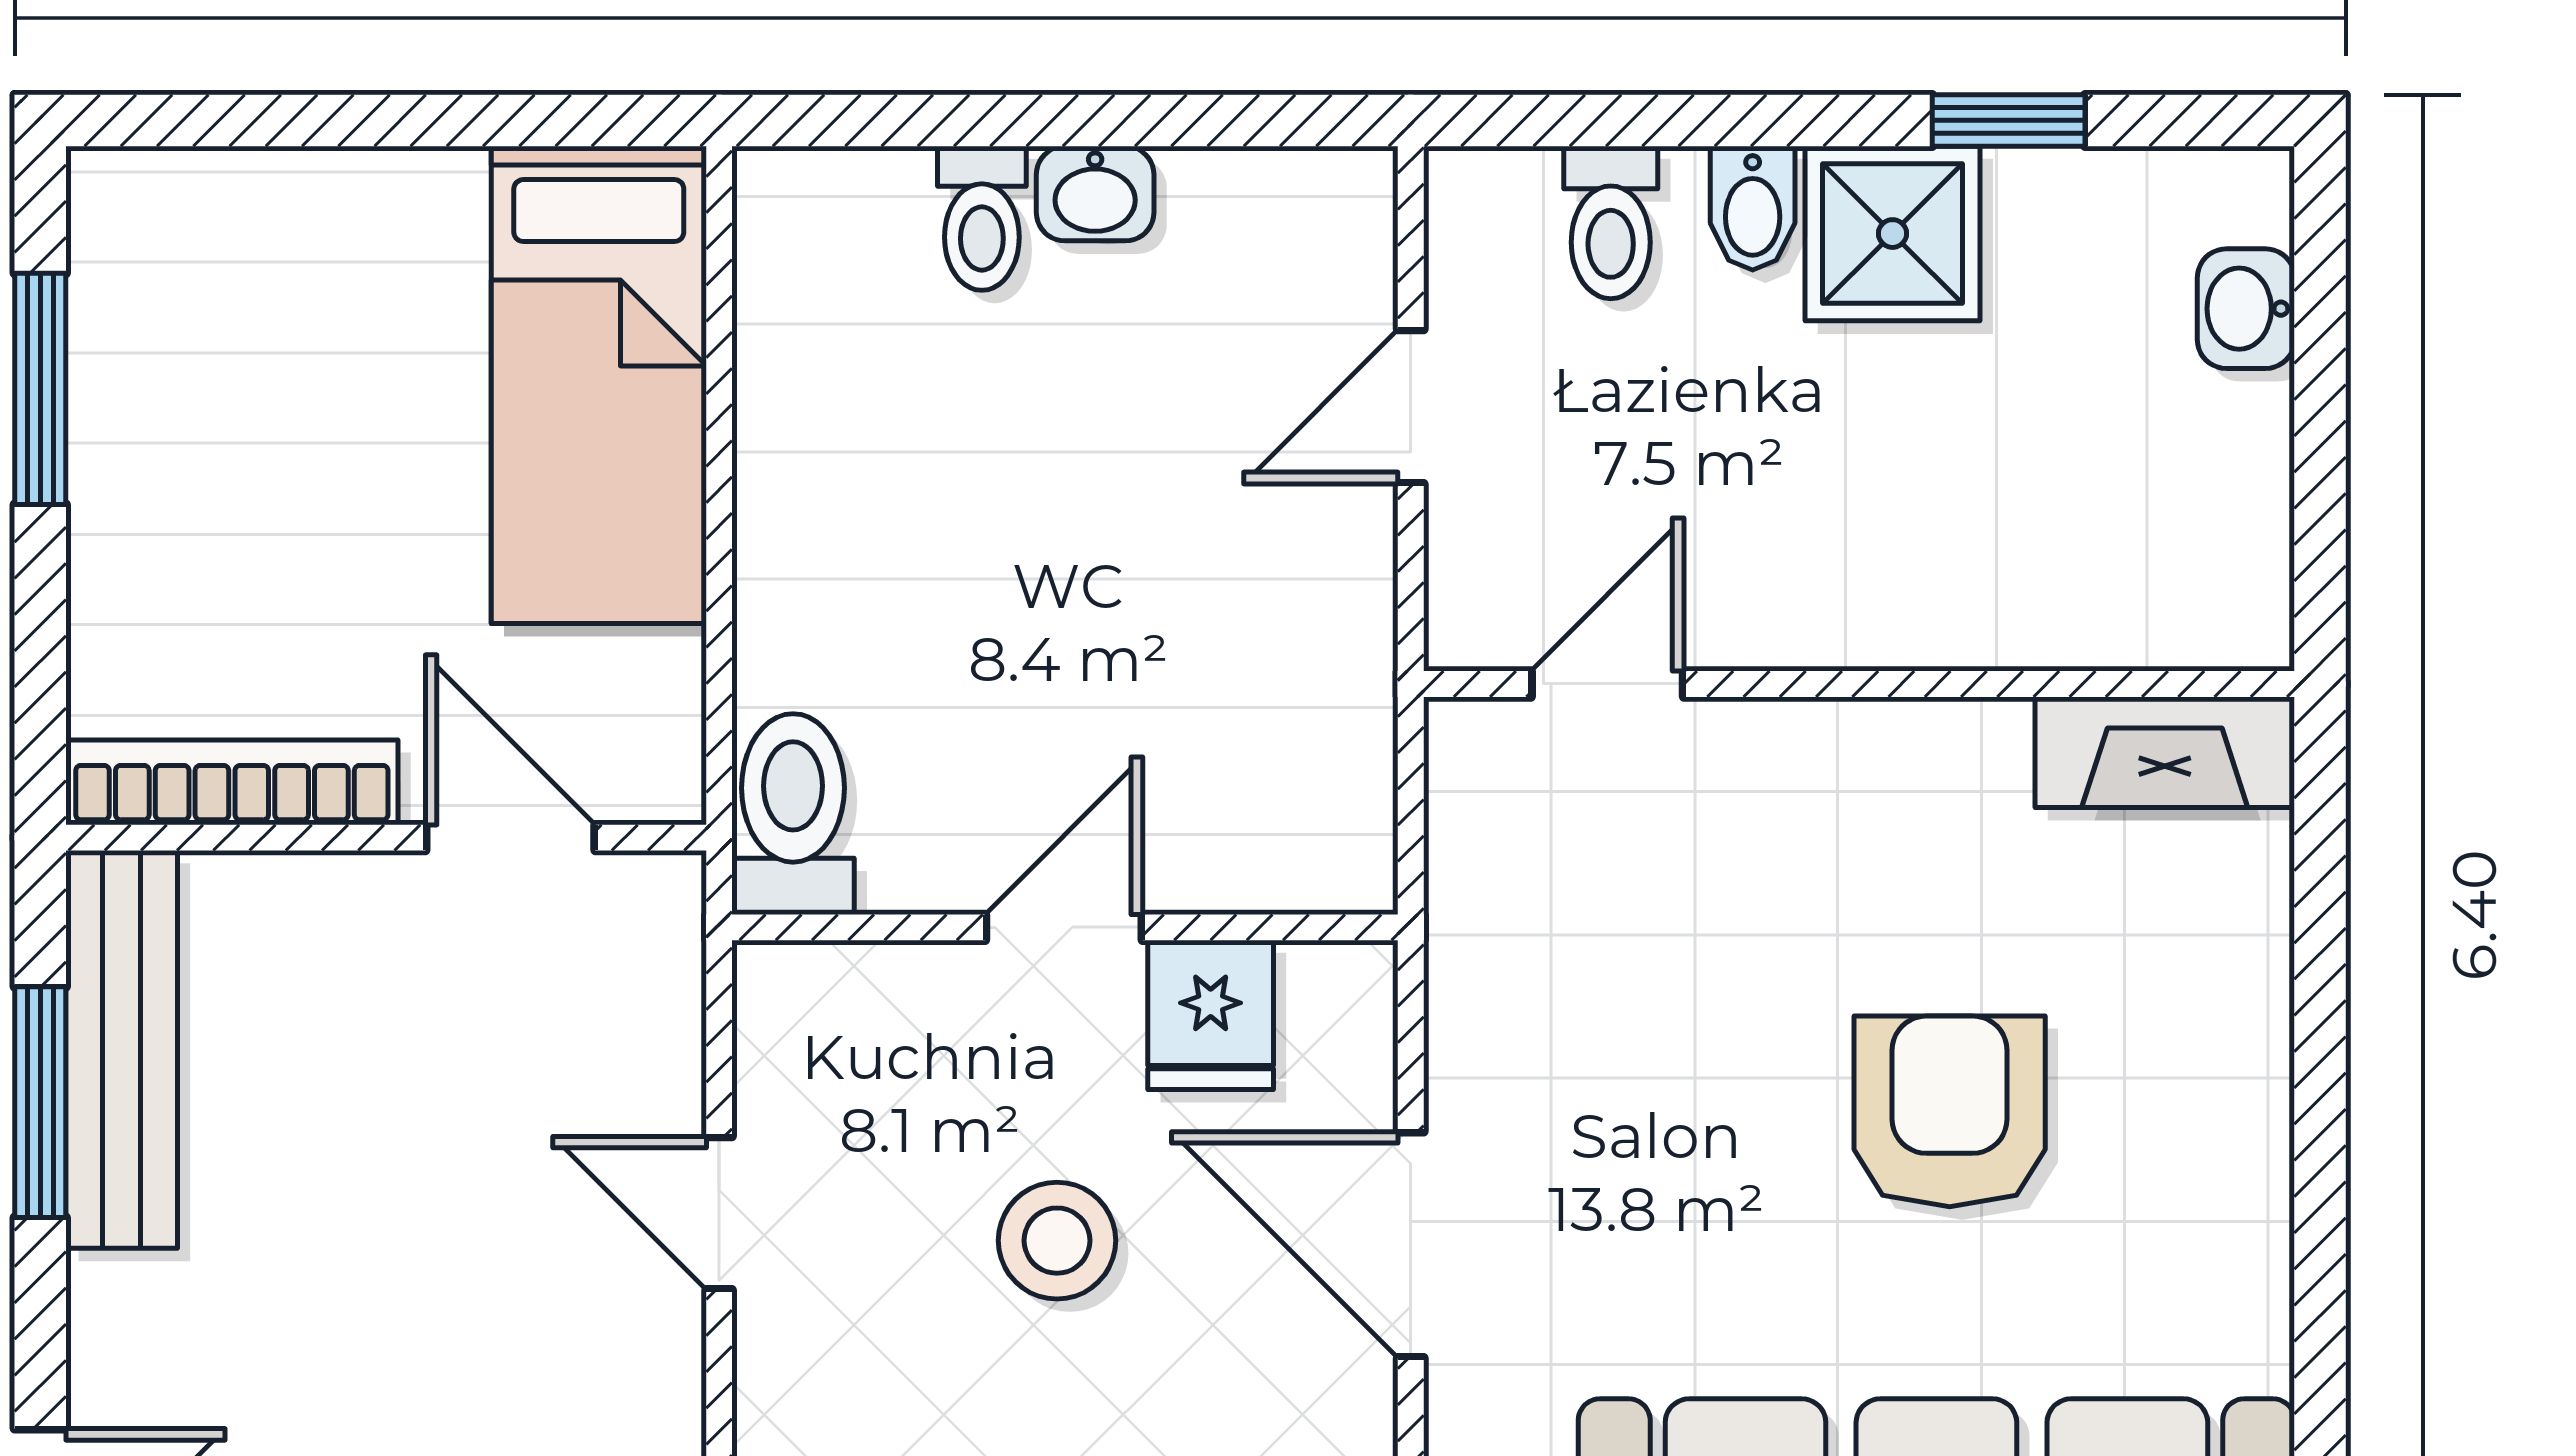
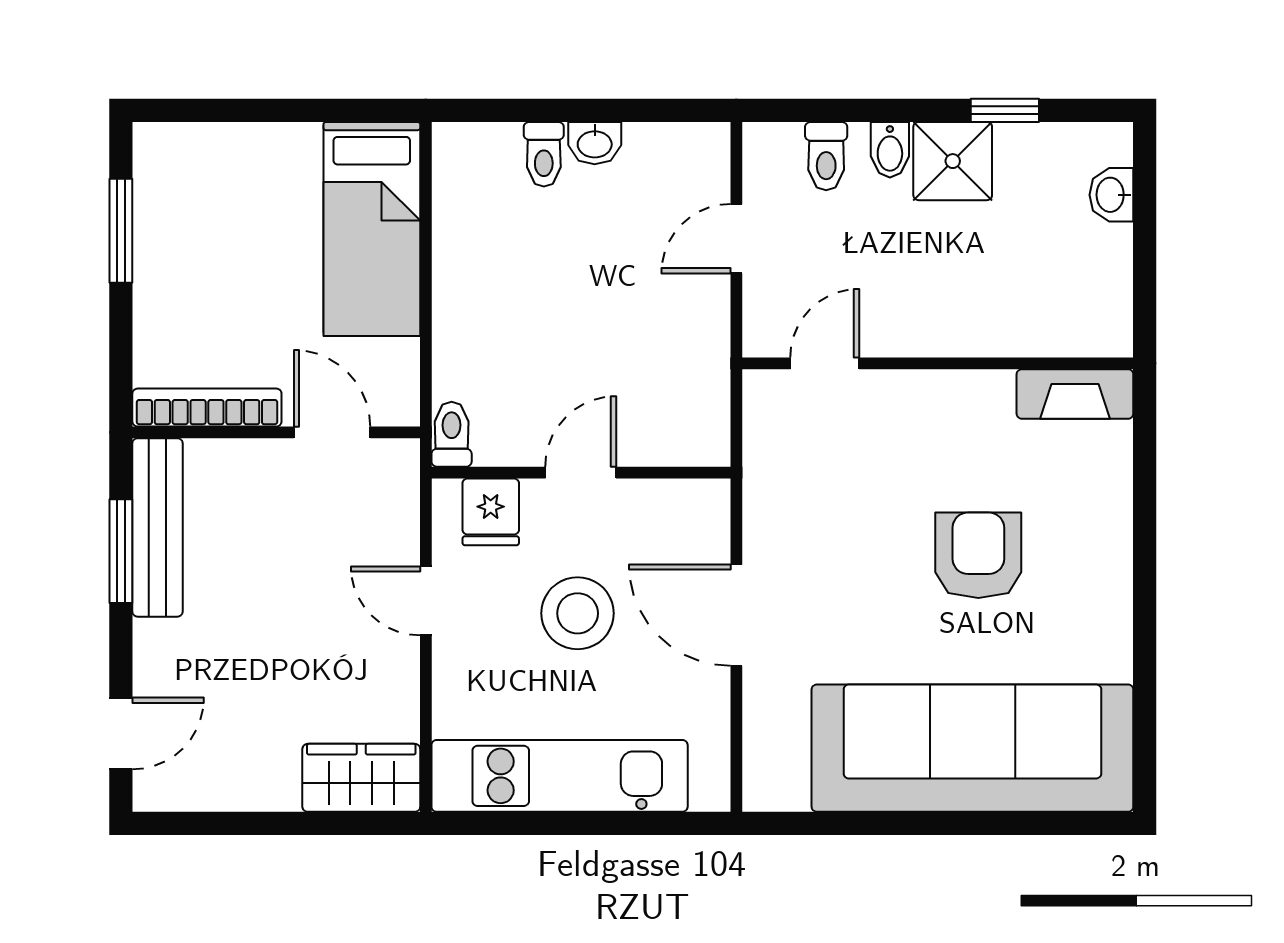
toilet: (793, 814) -> (452, 434), width x0.73, depth x0.72
fridge: (1211, 1015) -> (491, 512), moved
stool: (1057, 1241) -> (578, 613), width x1.38, depth x1.38

